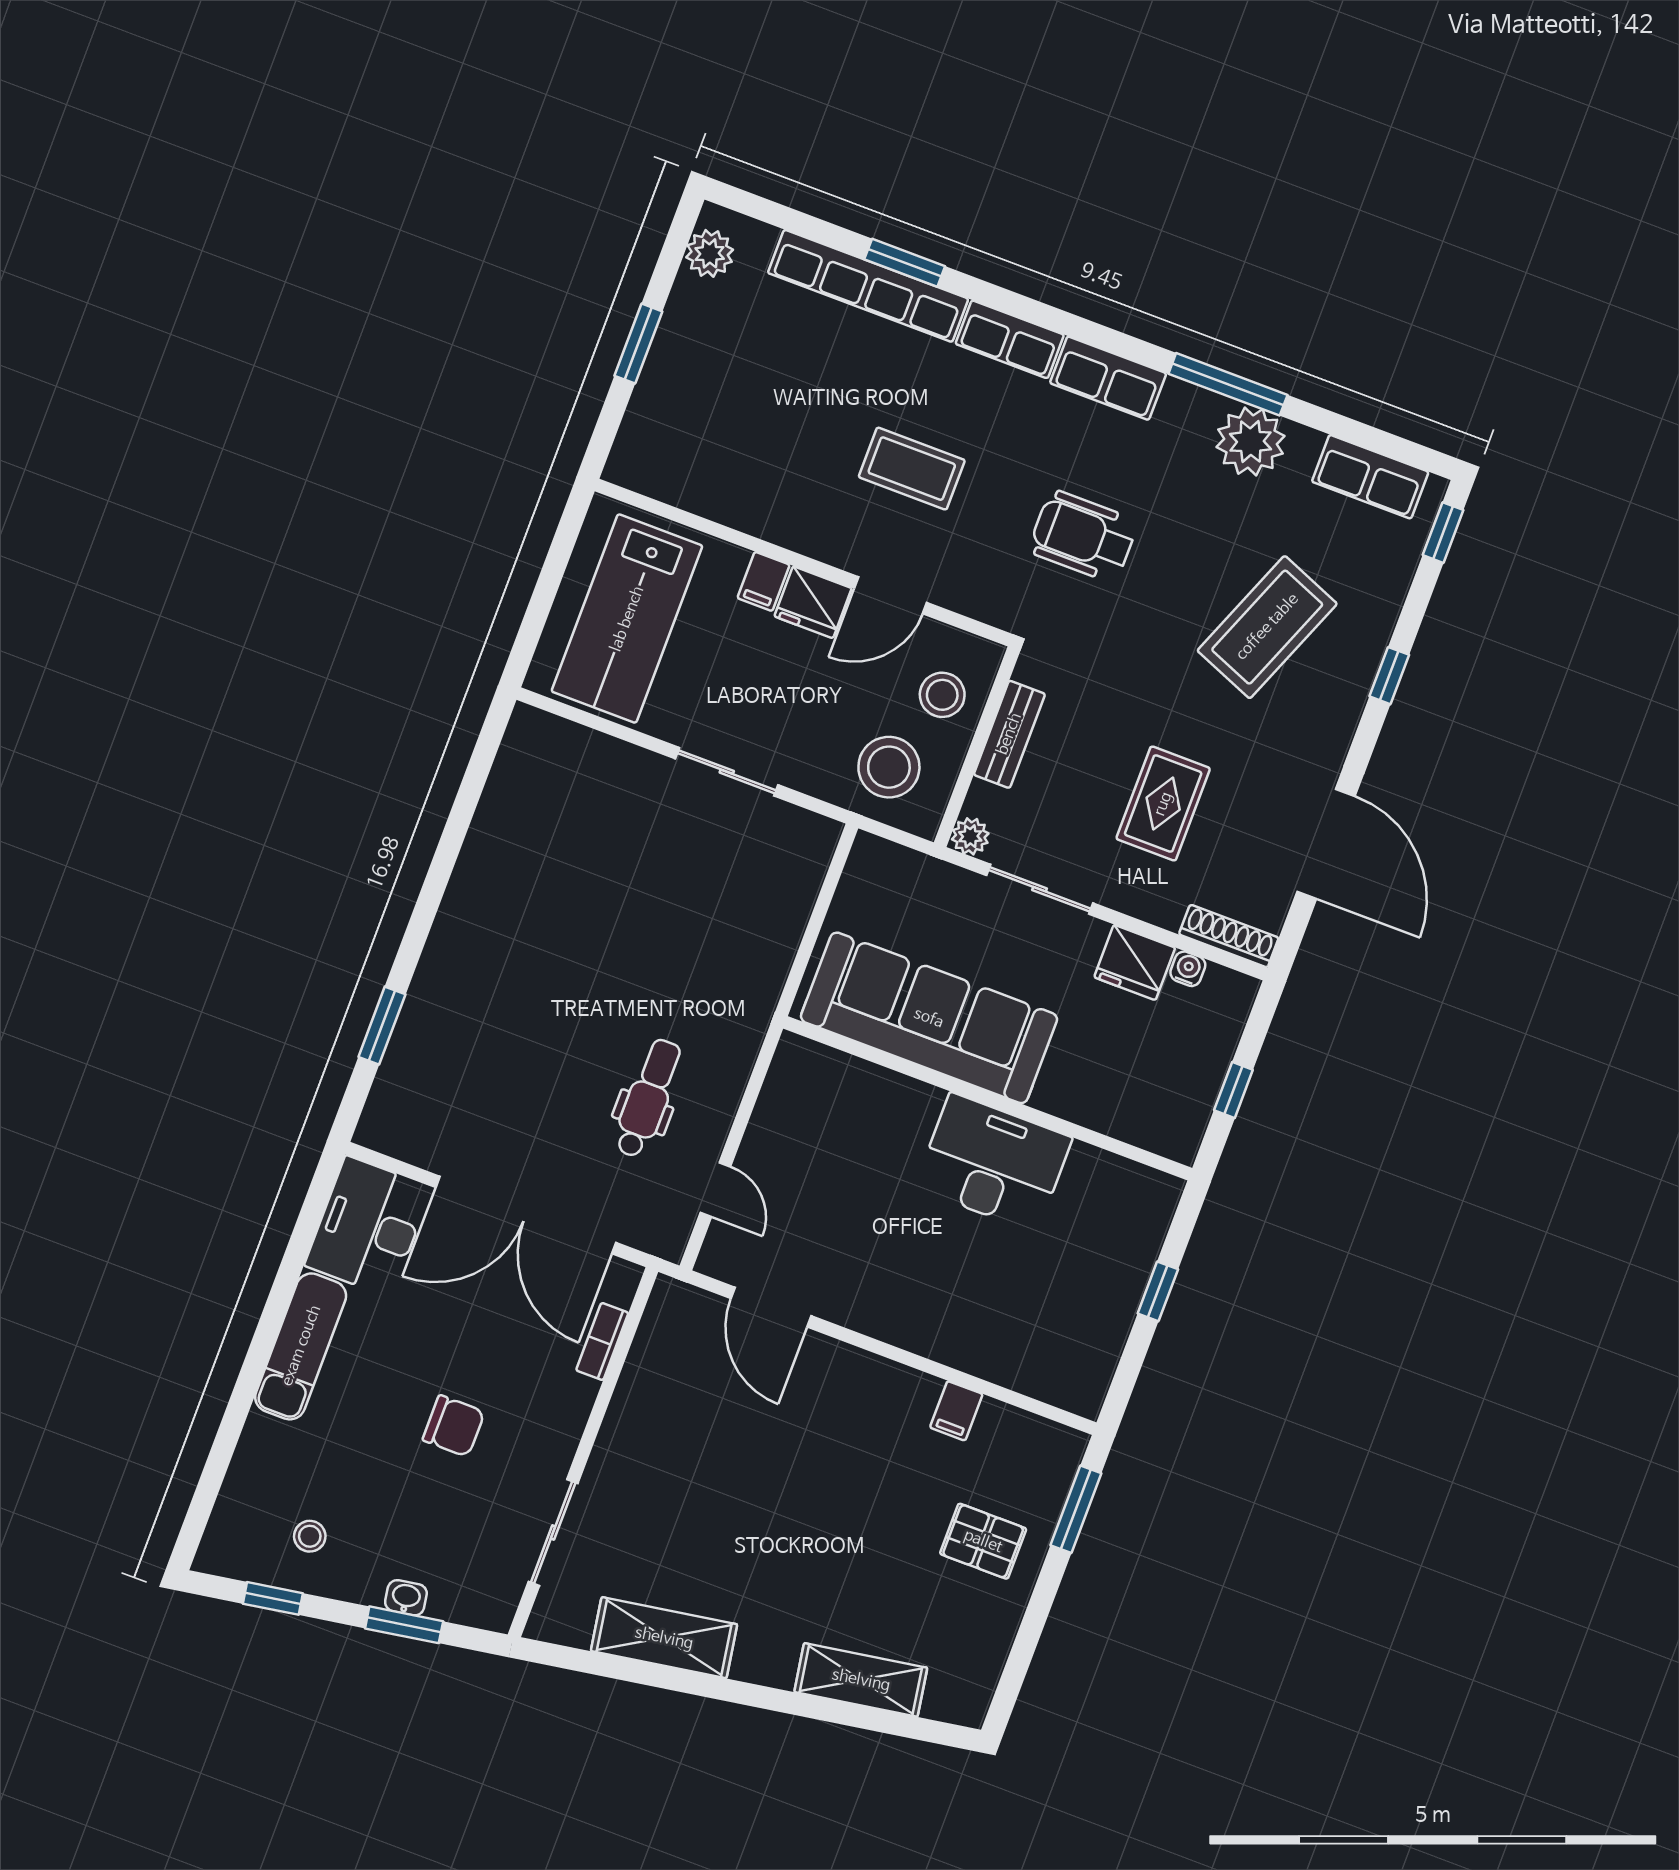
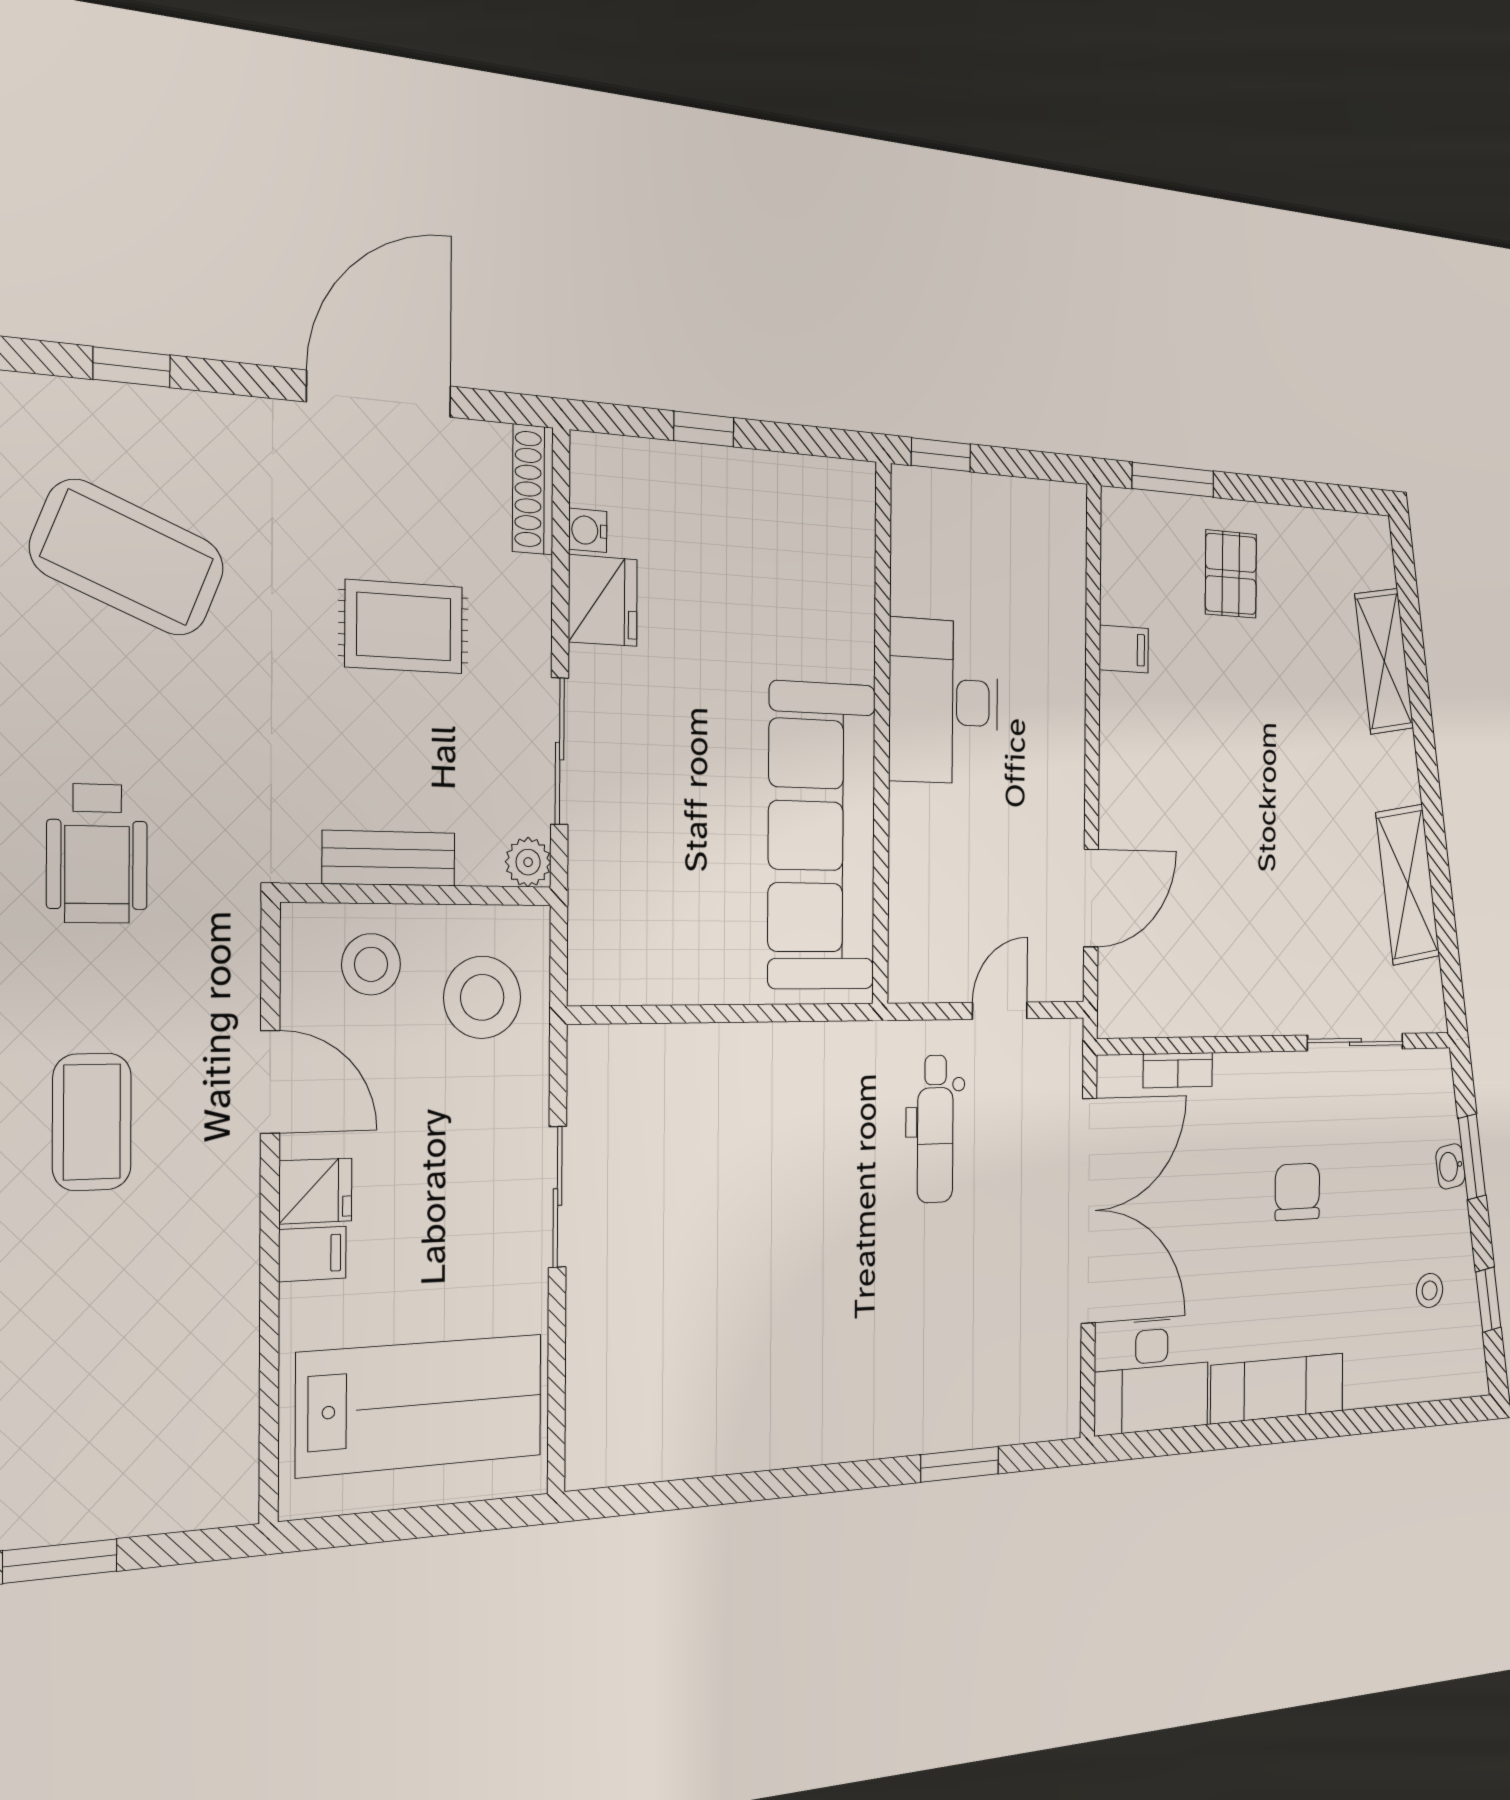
fridge: (813, 602) -> (315, 1191), width x0.72
sofa: (929, 1018) -> (822, 836), moved
dental chair: (648, 1098) -> (935, 1129), turned -90
wall: (988, 1098) -> (882, 733), moved
desk: (993, 1163) -> (944, 702), moved

